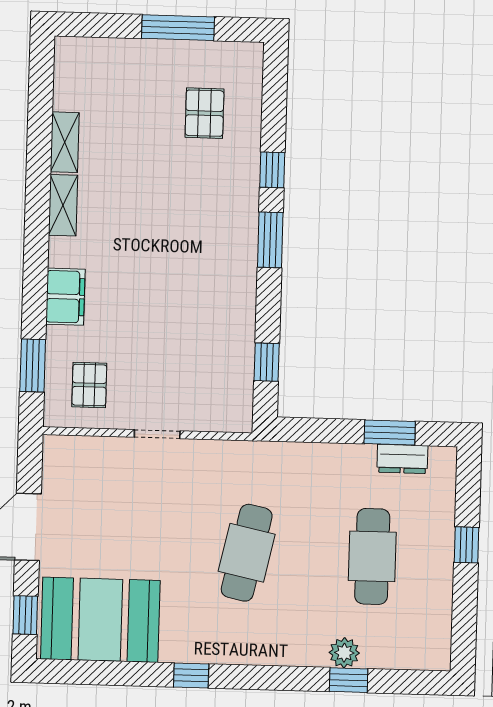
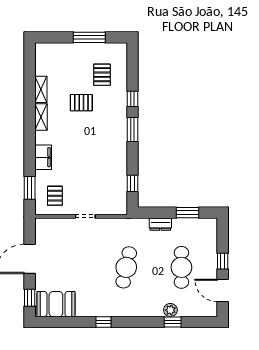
pallet: (156, 175) -> (81, 103), added
dresser: (402, 459) -> (160, 224), moved
door: (464, 612) -> (223, 290), added
booth: (100, 620) -> (56, 304), width x0.73, depth x0.70

